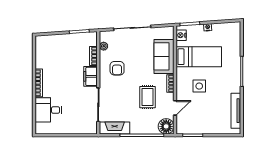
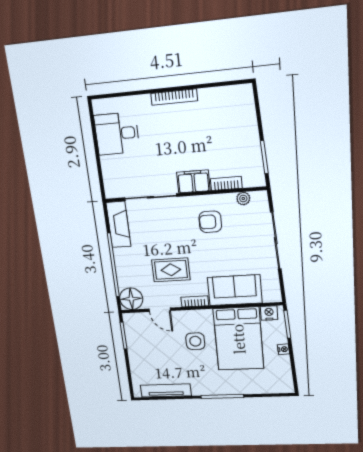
bed: (199, 57) -> (238, 339), width x1.50
desk: (48, 110) -> (117, 134), moved, turned -90

